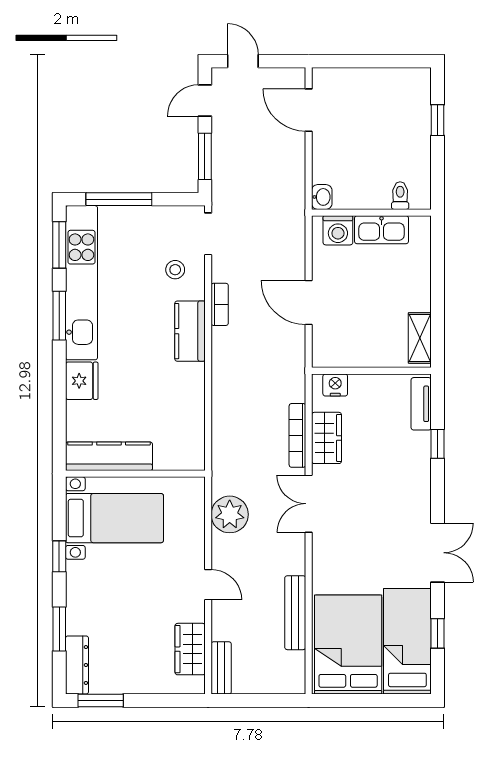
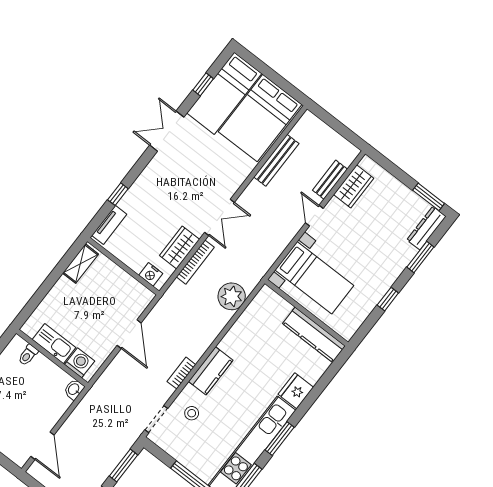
plant: (230, 514) -> (232, 296), moved
bed with nightstands: (114, 518) -> (314, 278), moved, turned 180
bench: (221, 668) -> (330, 180), moved

